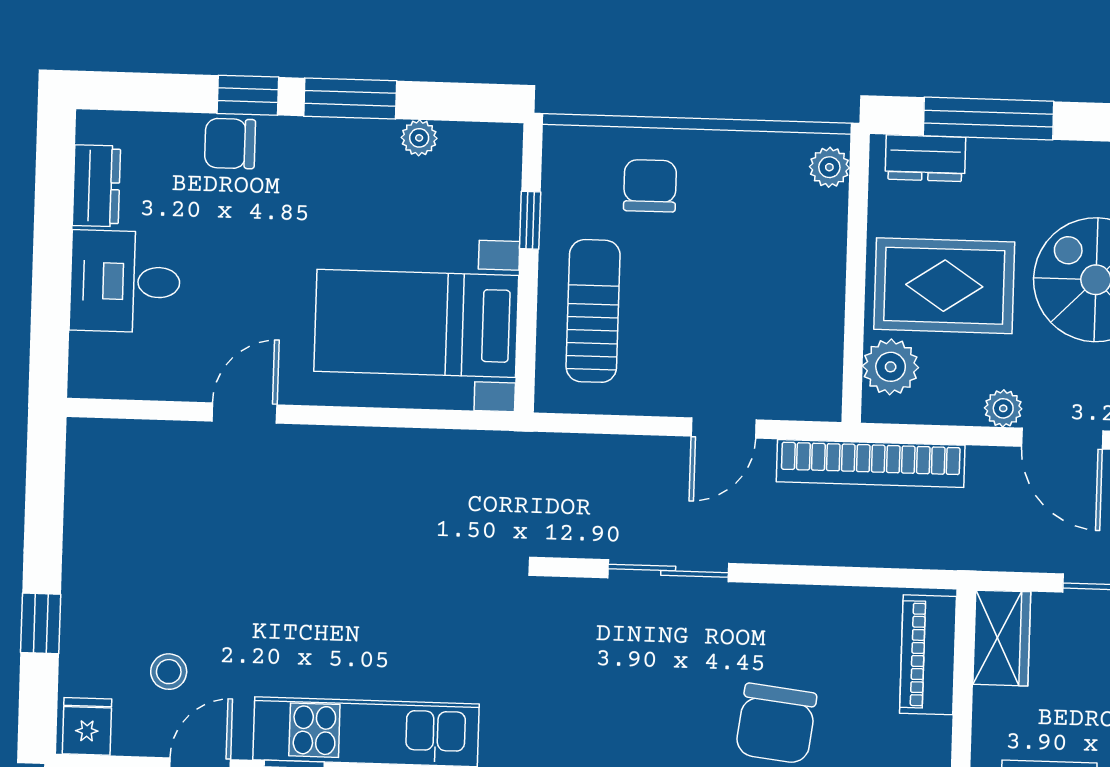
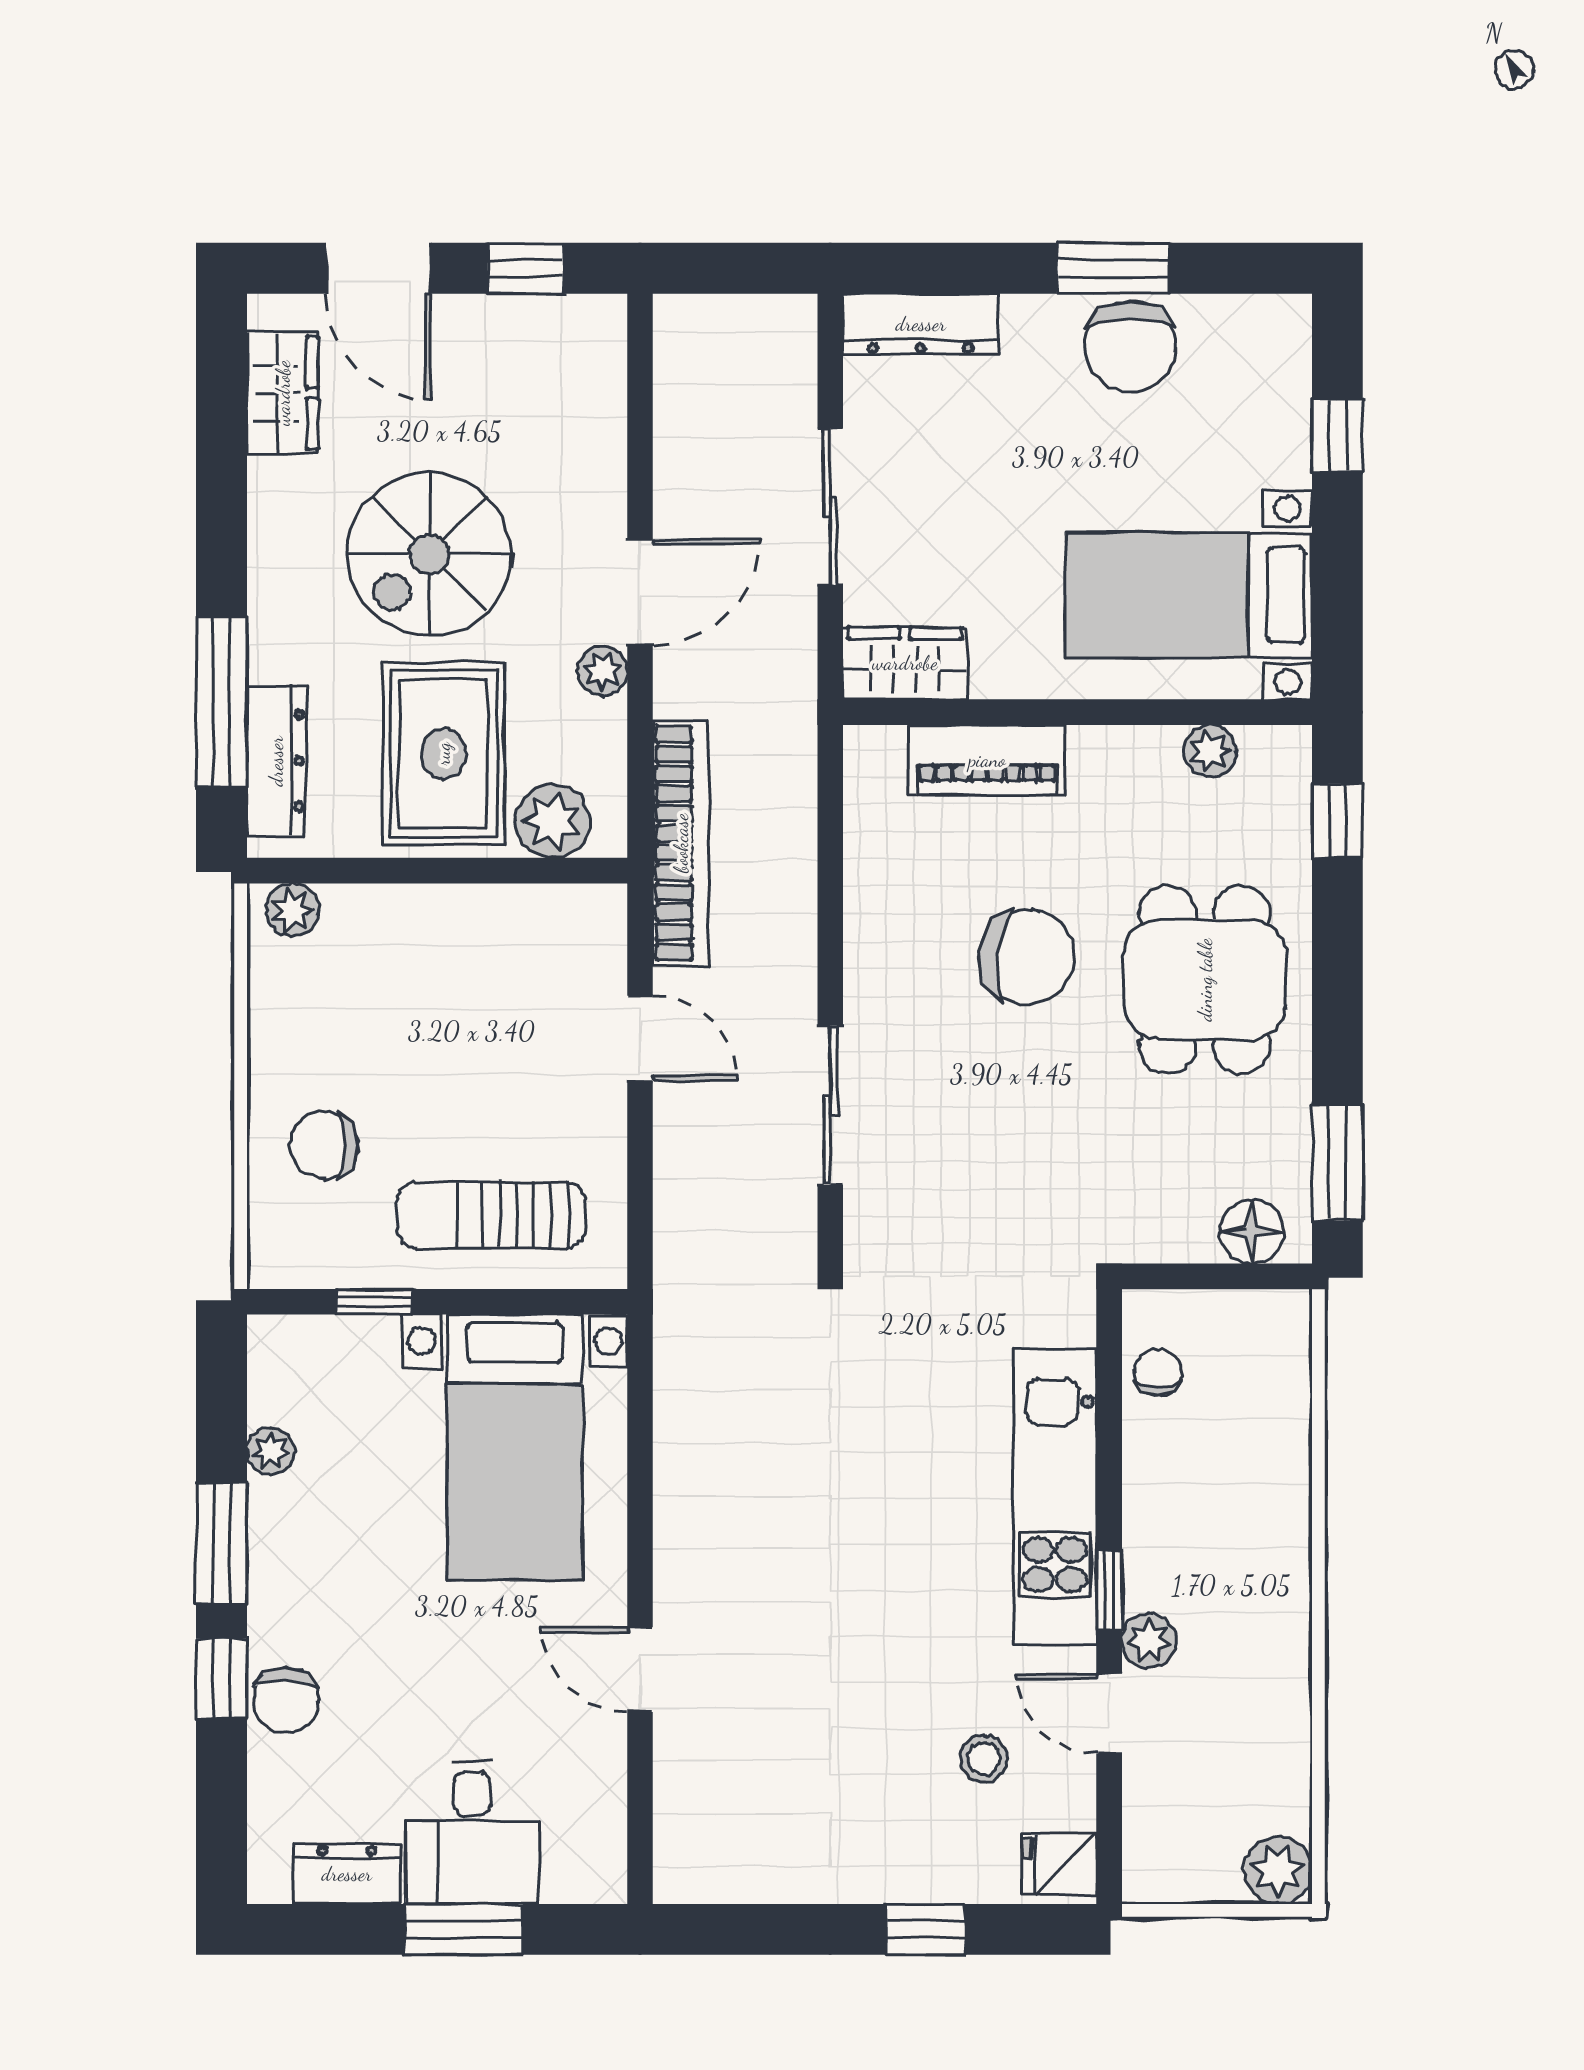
dresser: (925, 158) -> (276, 761), width x1.44
window: (52, 273) -> (463, 1929), added
piano: (928, 655) -> (987, 760), moved

